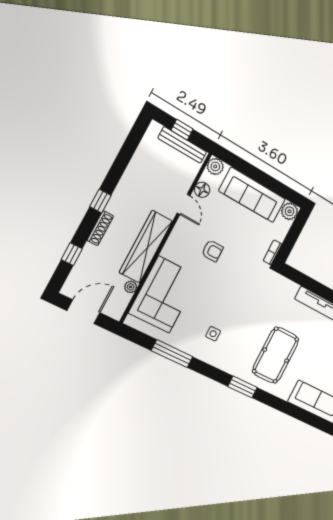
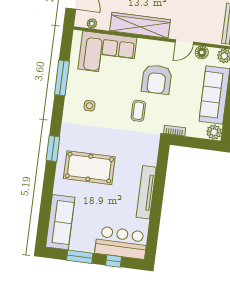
armchair: (212, 251) -> (157, 79), width x1.88, depth x1.88
coffee table: (238, 283) -> (138, 111), added
plant: (131, 287) -> (92, 24), moved

